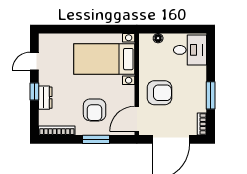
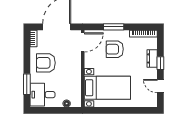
door: (34, 61) -> (160, 86), swing flipped
armchair: (160, 93) -> (46, 63), moved
window: (211, 95) -> (27, 84), moved
armchair: (95, 110) -> (115, 49), turned -90

